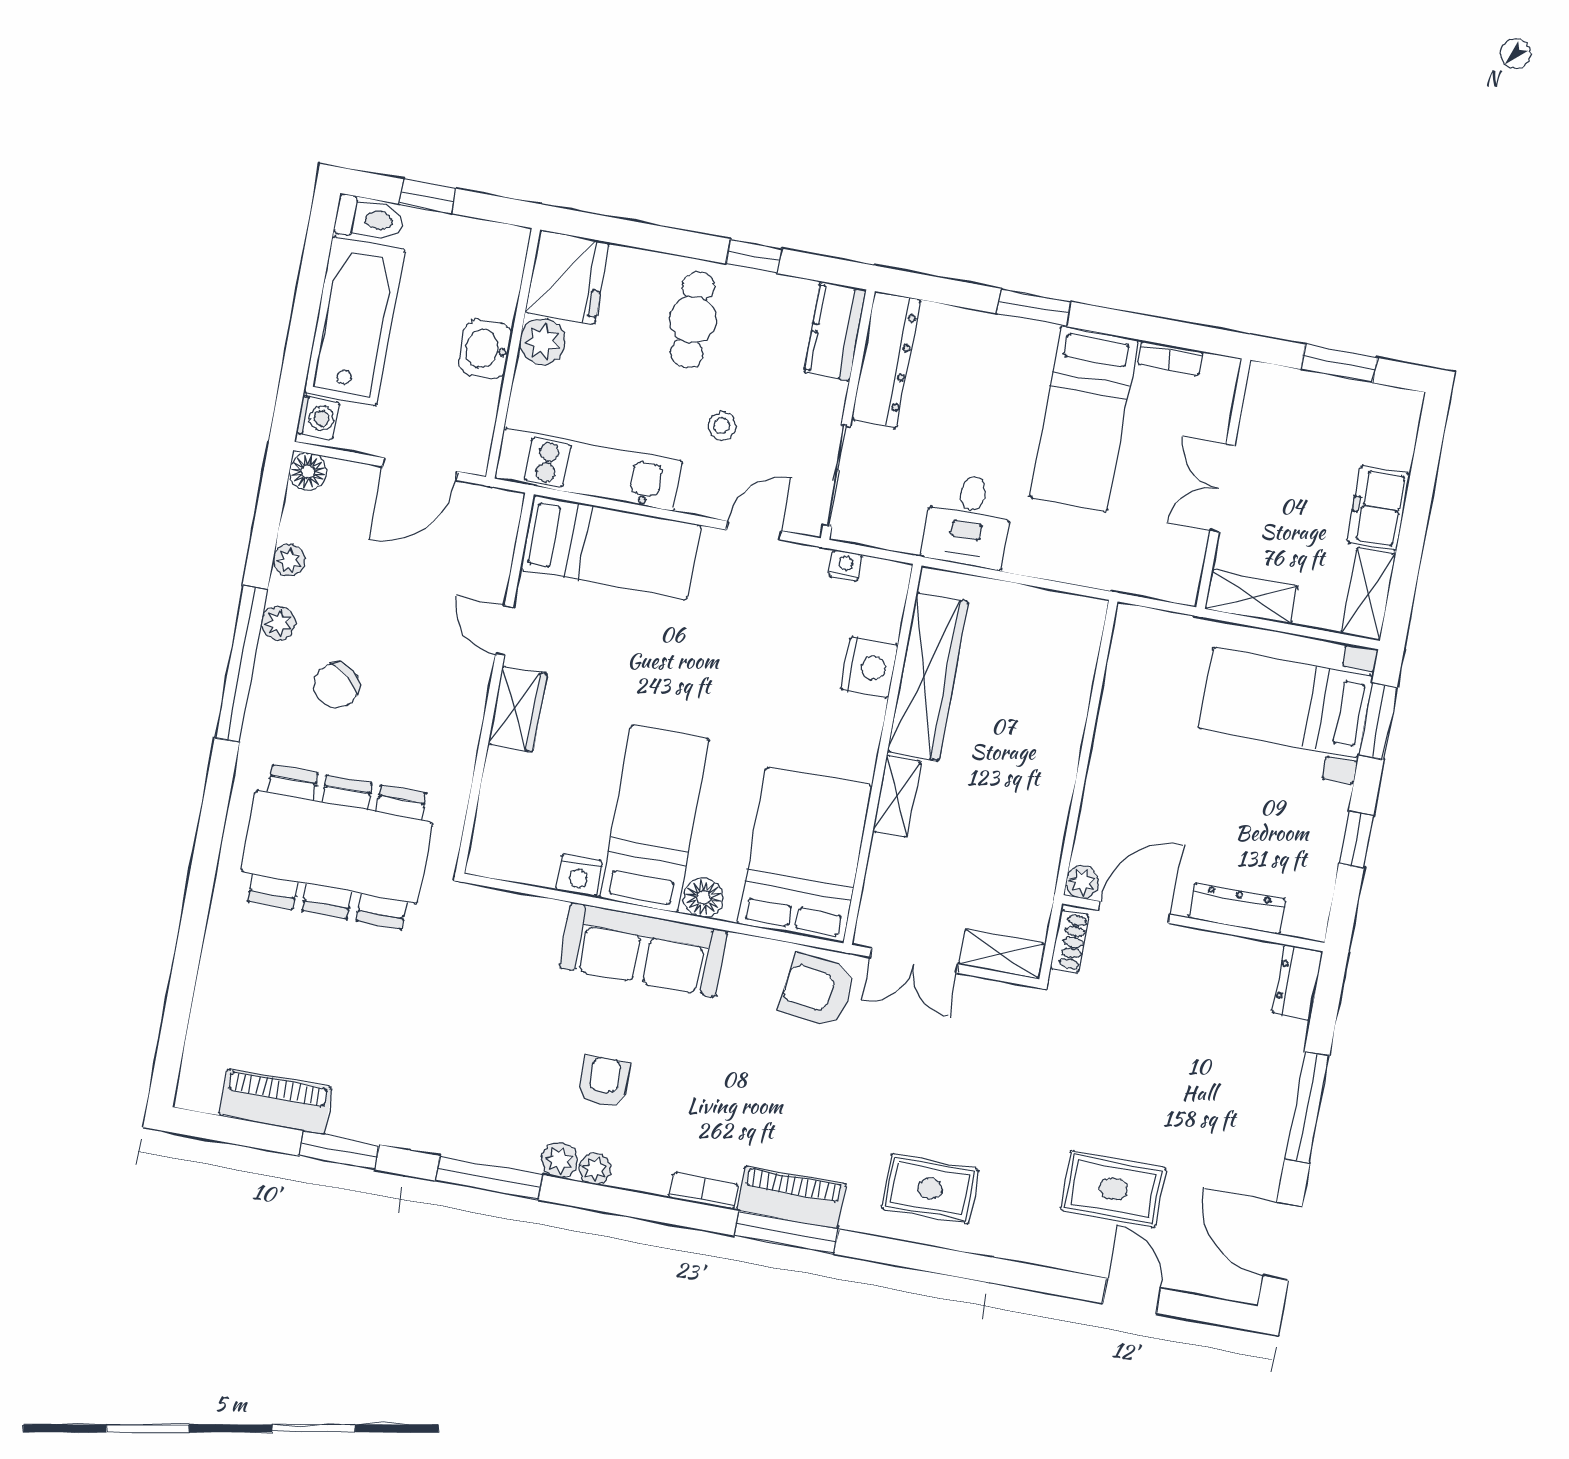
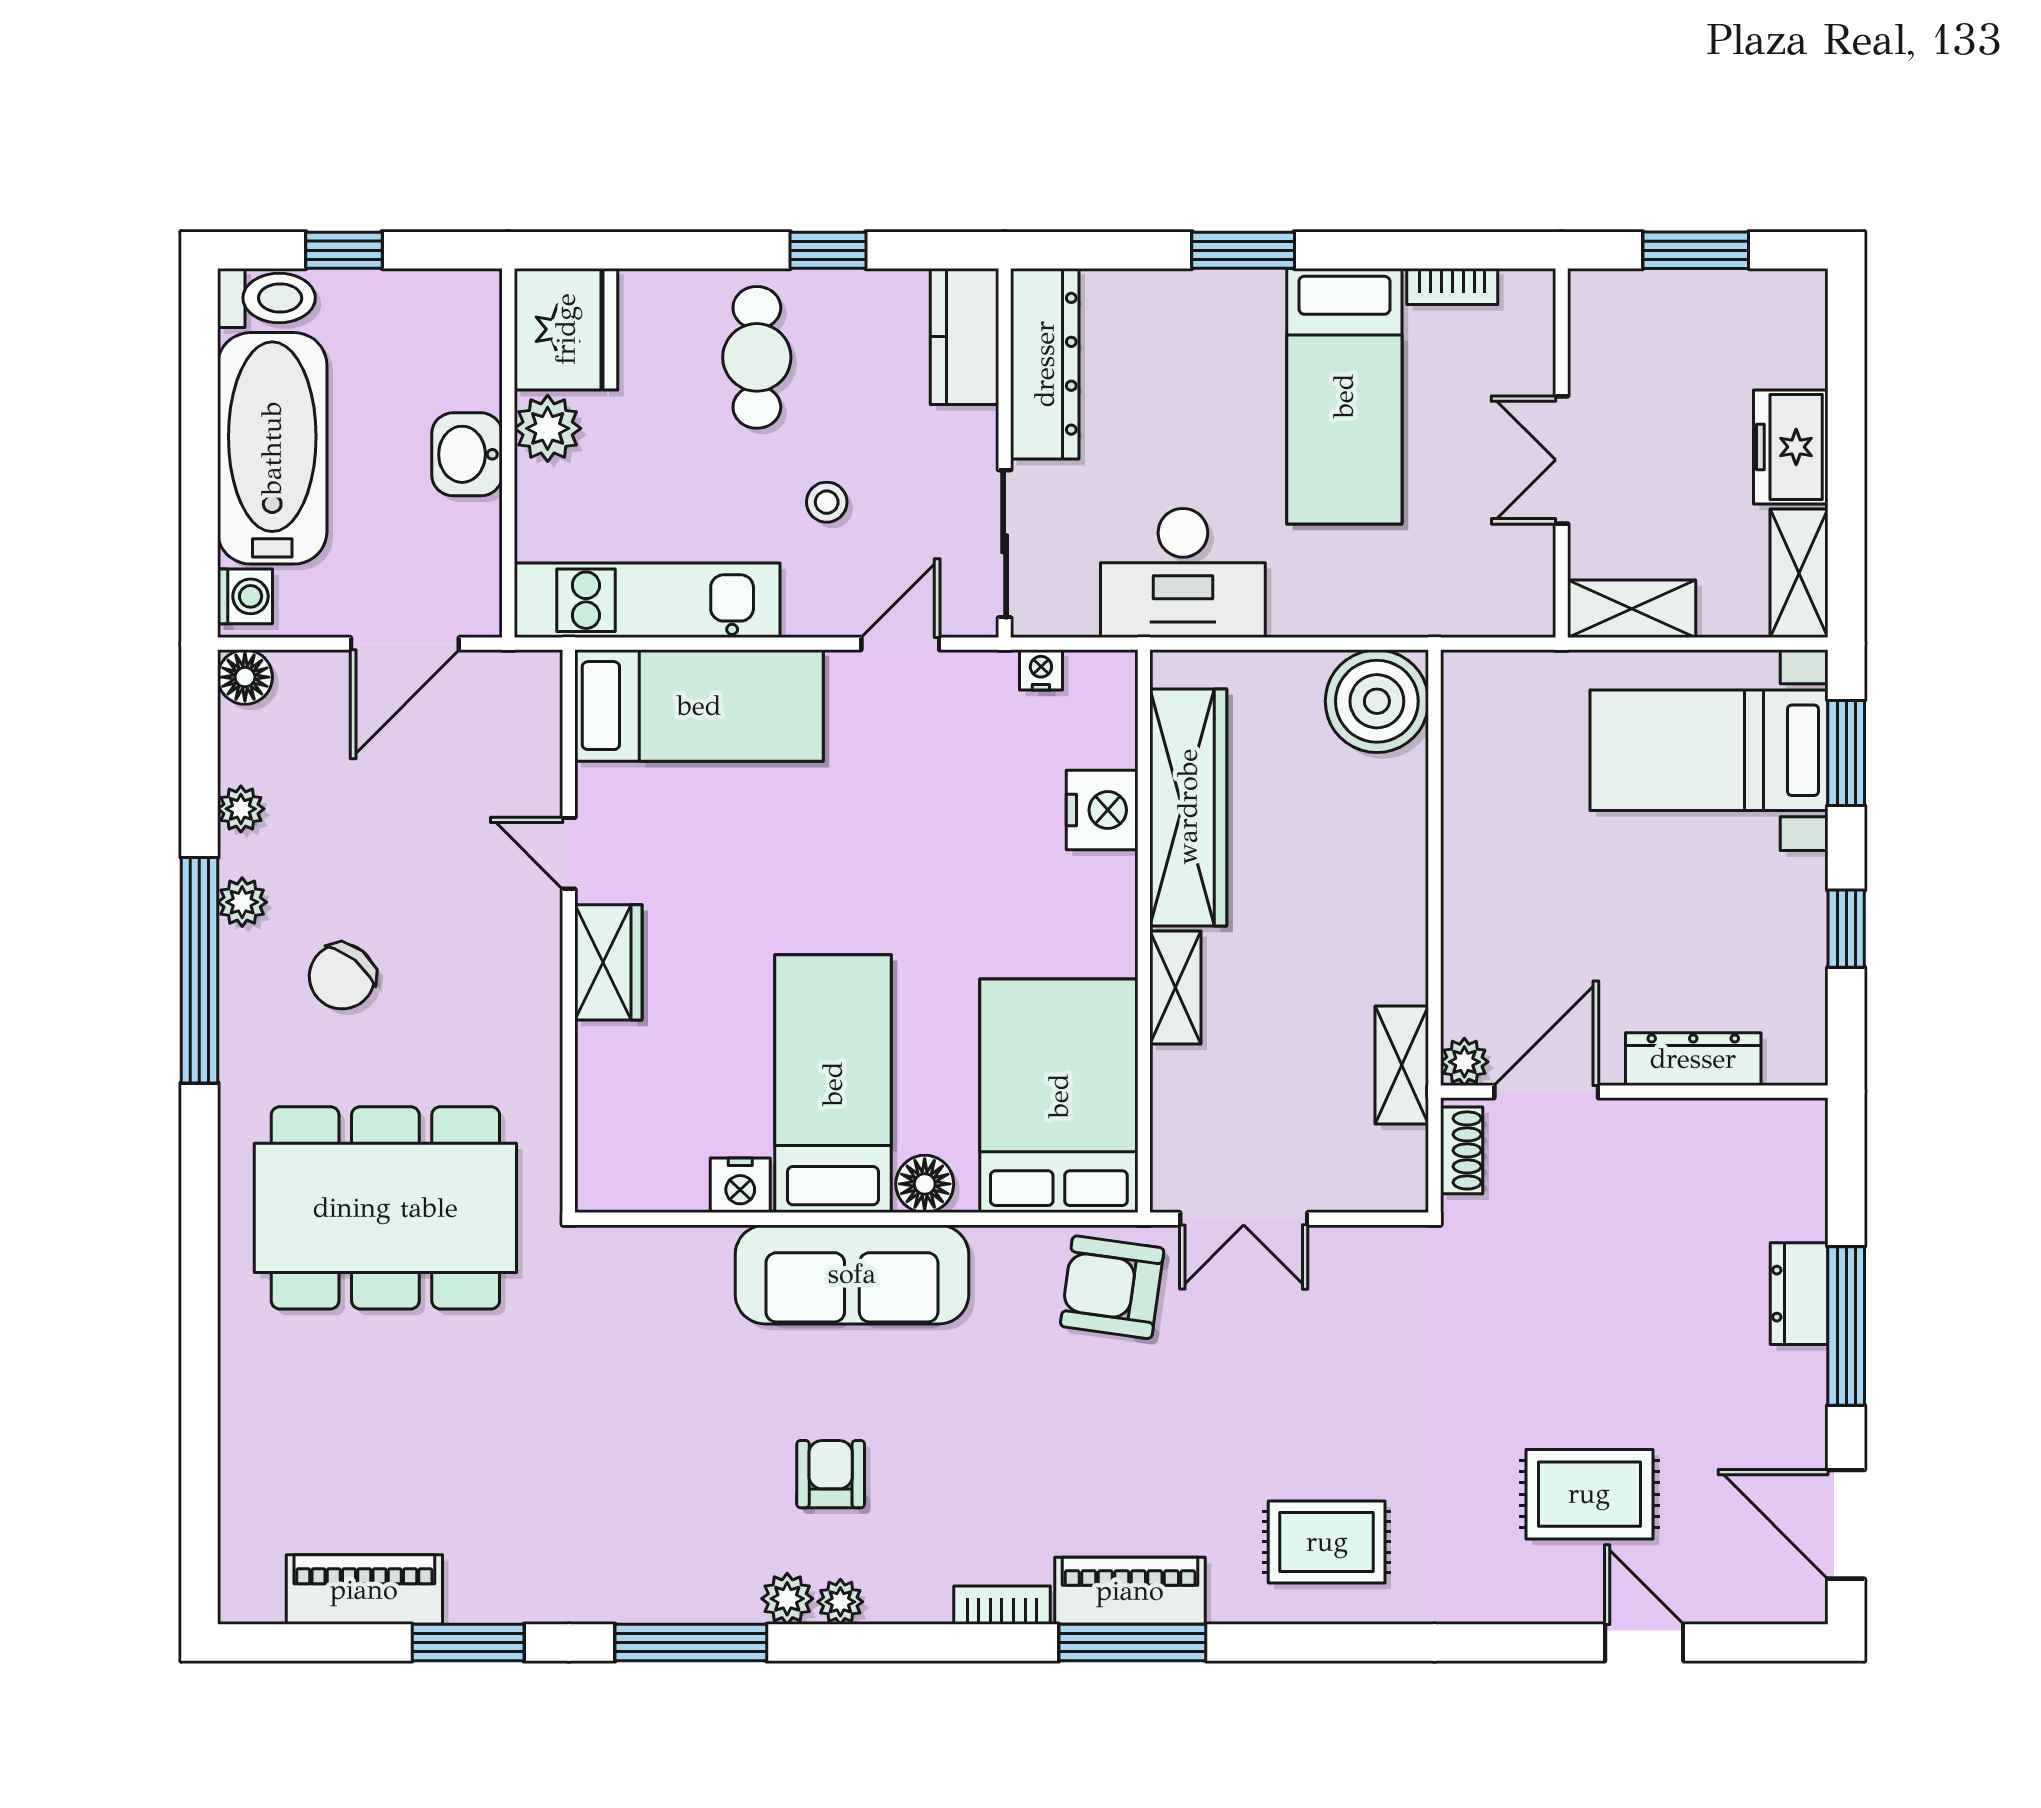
desk: (968, 520) -> (1183, 573), width x1.37
boiler: (1068, 628) -> (1377, 701), added
shelving: (1002, 954) -> (1402, 1065), moved, turned 90
dresser: (1297, 982) -> (1799, 1294), moved

